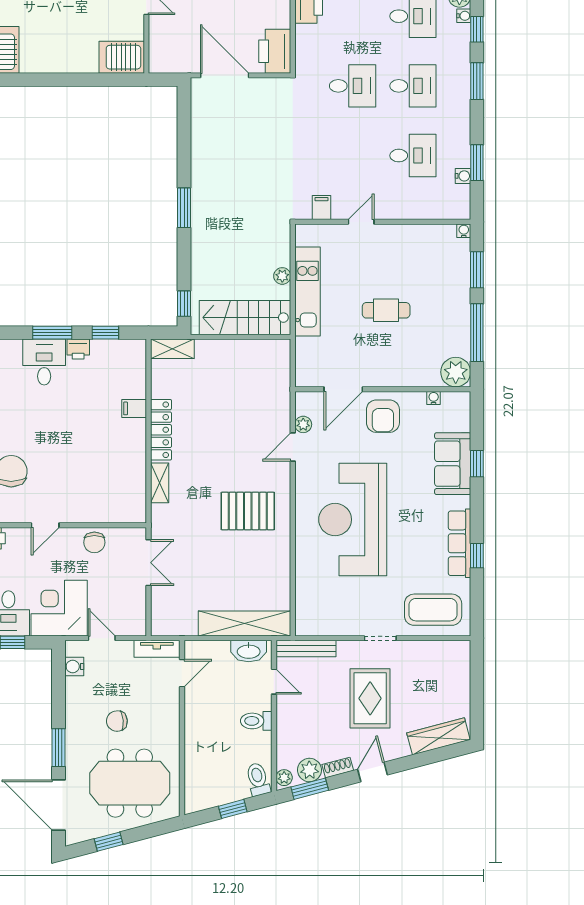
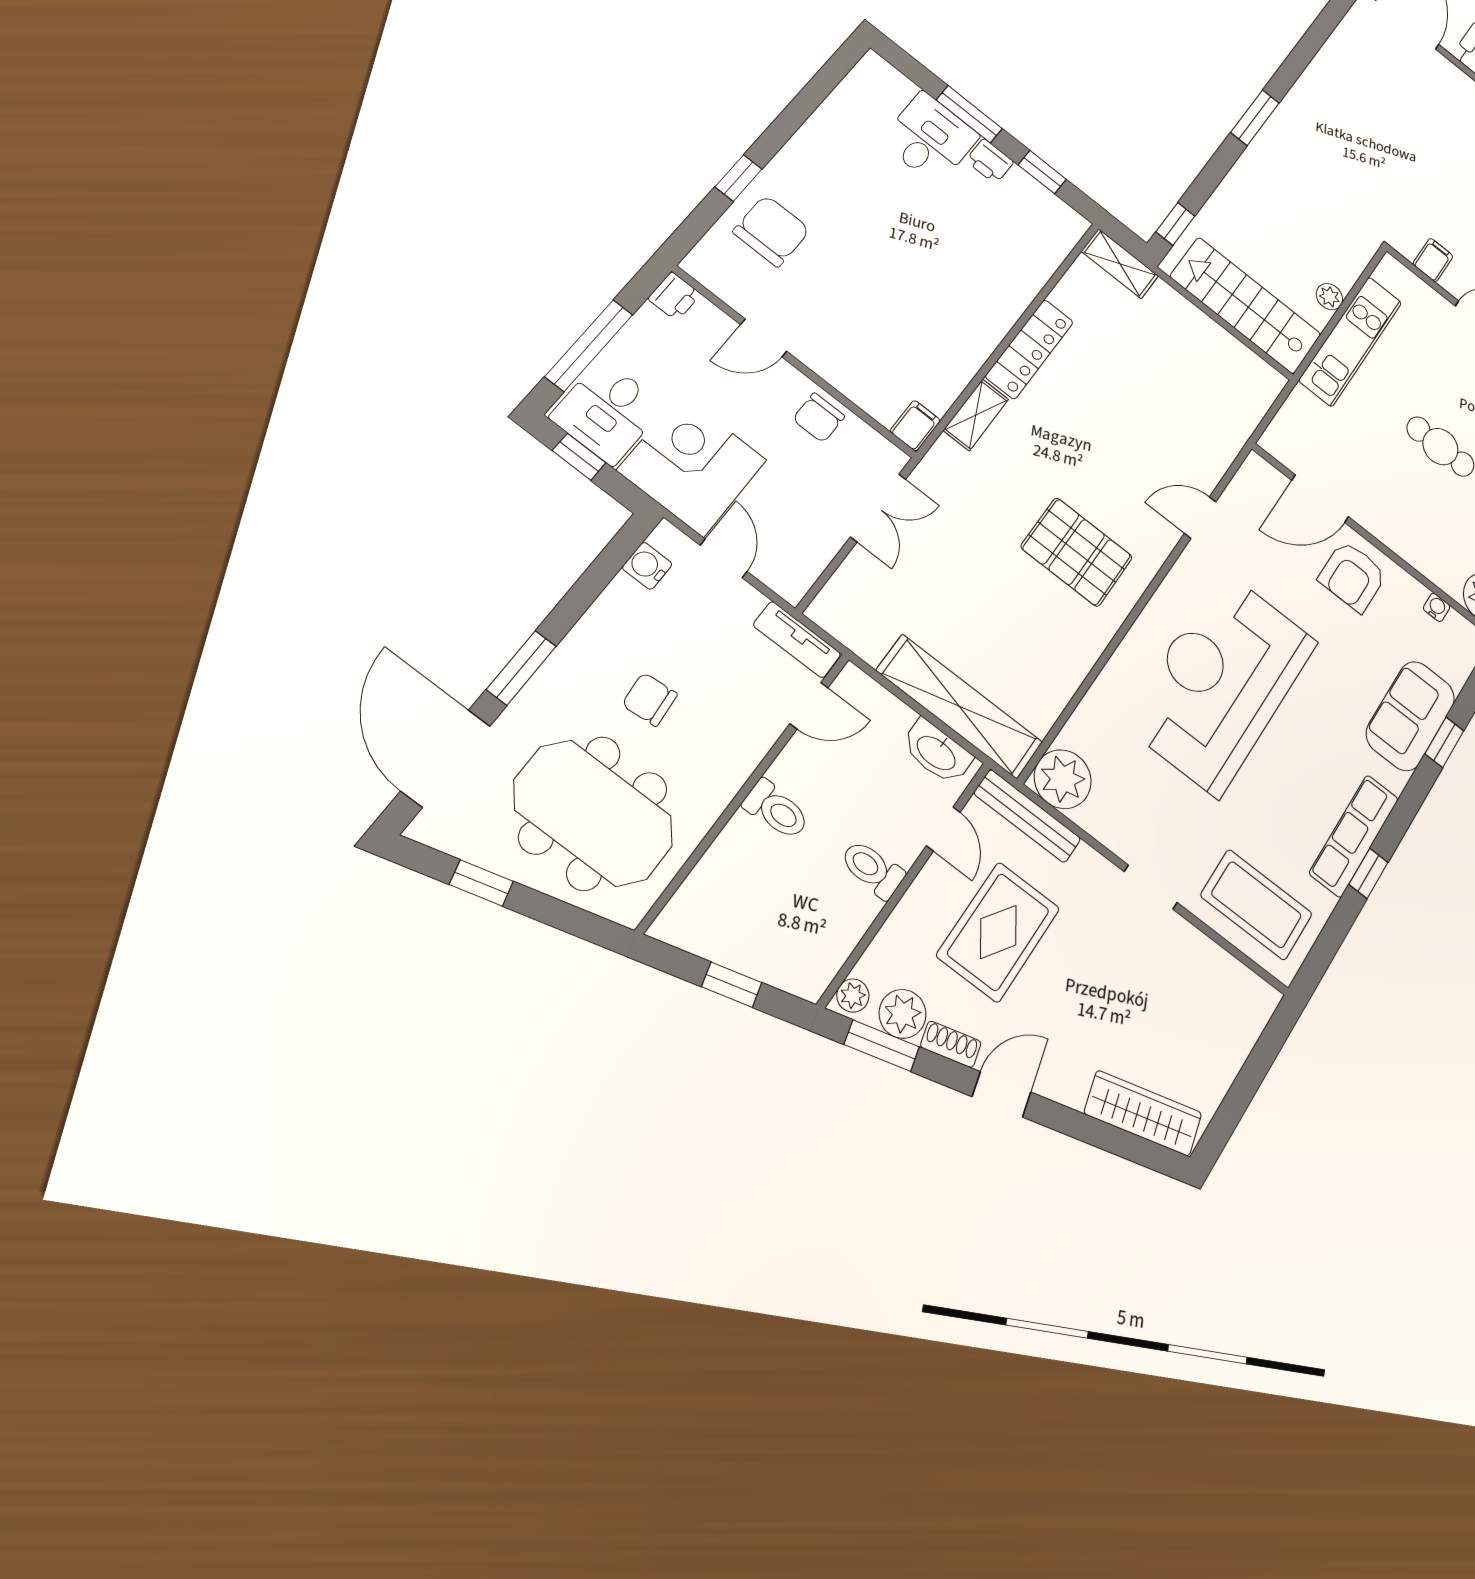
filing cabinet: (134, 408) -> (915, 426), moved, turned 90
plant: (303, 424) -> (1063, 779), moved, width x1.88, depth x1.88
rug: (370, 698) -> (998, 932), moved
toilet: (258, 779) -> (776, 810), moved, turned 105

